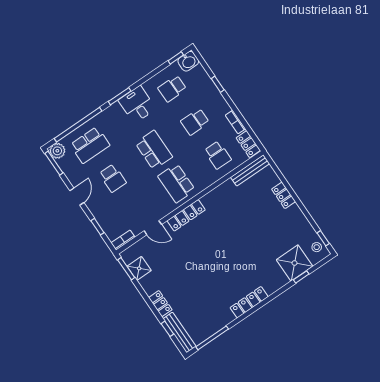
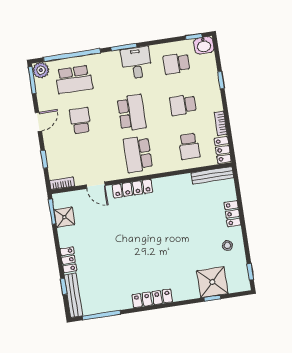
school desk: (113, 178) -> (80, 121), turned 180
stool: (317, 247) -> (227, 245), moved

